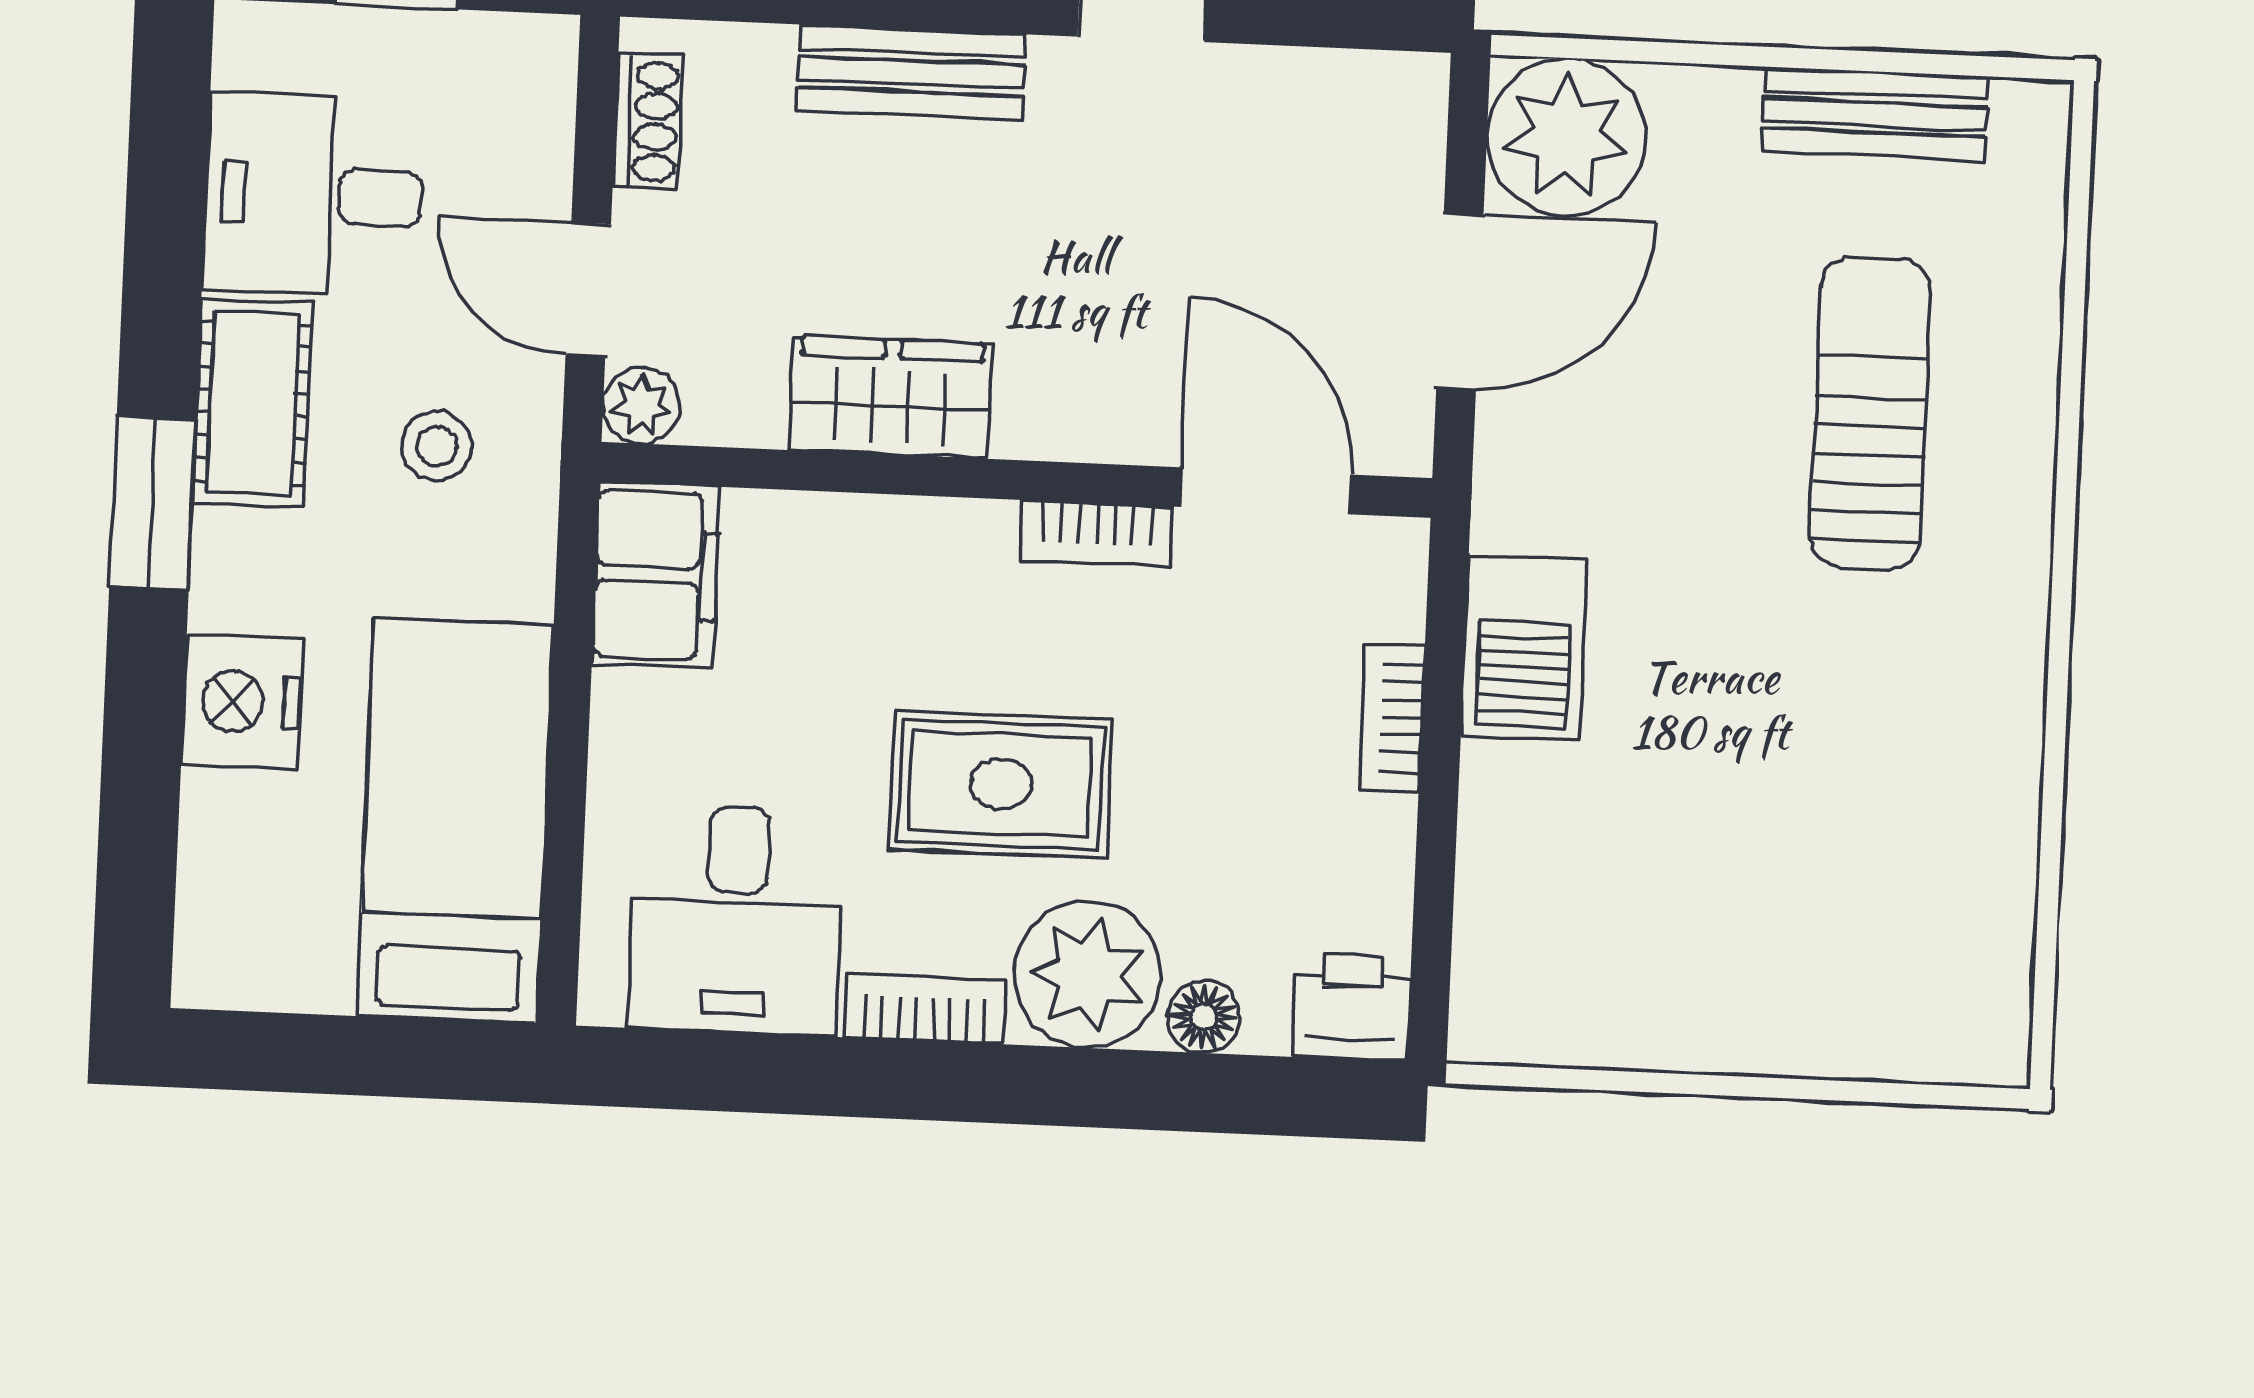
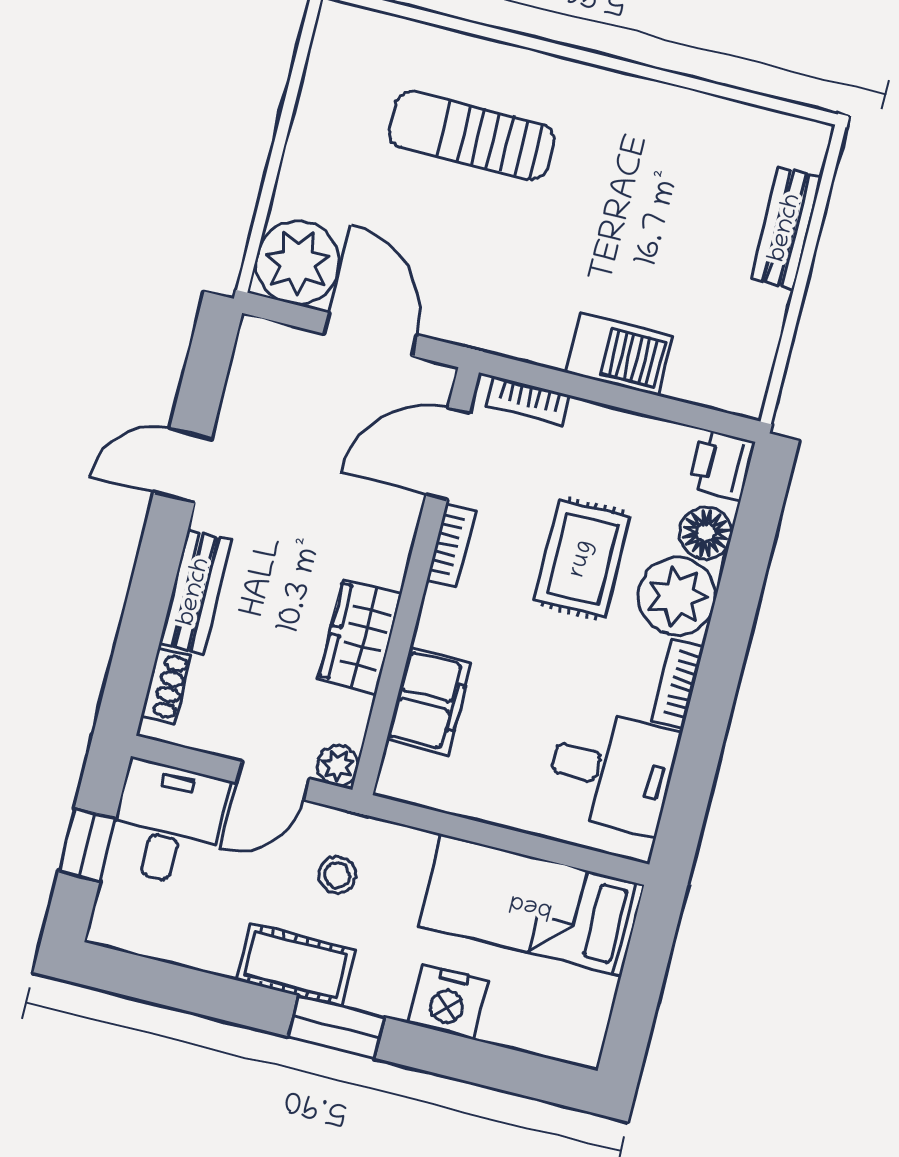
bench: (1875, 114) -> (786, 228), moved
shoe rack: (648, 121) -> (166, 686), moved, turned 90
desk: (313, 195) -> (168, 823), moved, turned 180
filing cabinet: (656, 575) -> (429, 701), moved, turned 90
barbecue: (1524, 647) -> (619, 354), moved
bookcase: (1392, 718) -> (529, 401), moved
rug: (1001, 784) -> (582, 559), moved
floor lamp: (1203, 1017) -> (706, 533), width x1.37, depth x1.37

